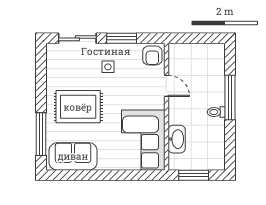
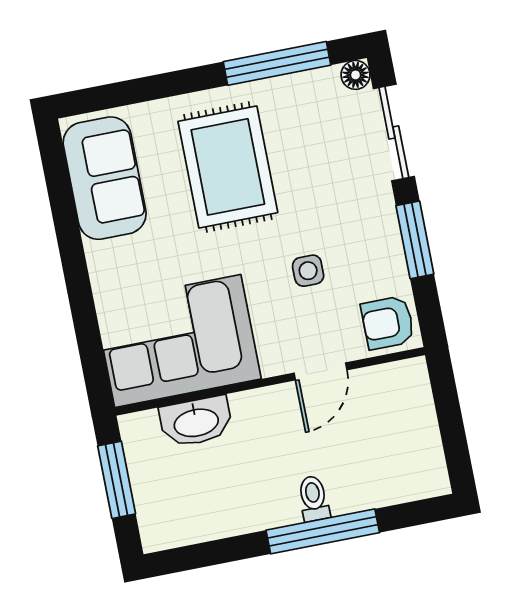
floor lamp: (52, 49) -> (356, 75), added
side table: (108, 67) -> (308, 271), moved
toilet: (216, 112) -> (314, 498), moved
window: (41, 134) -> (277, 63), moved

